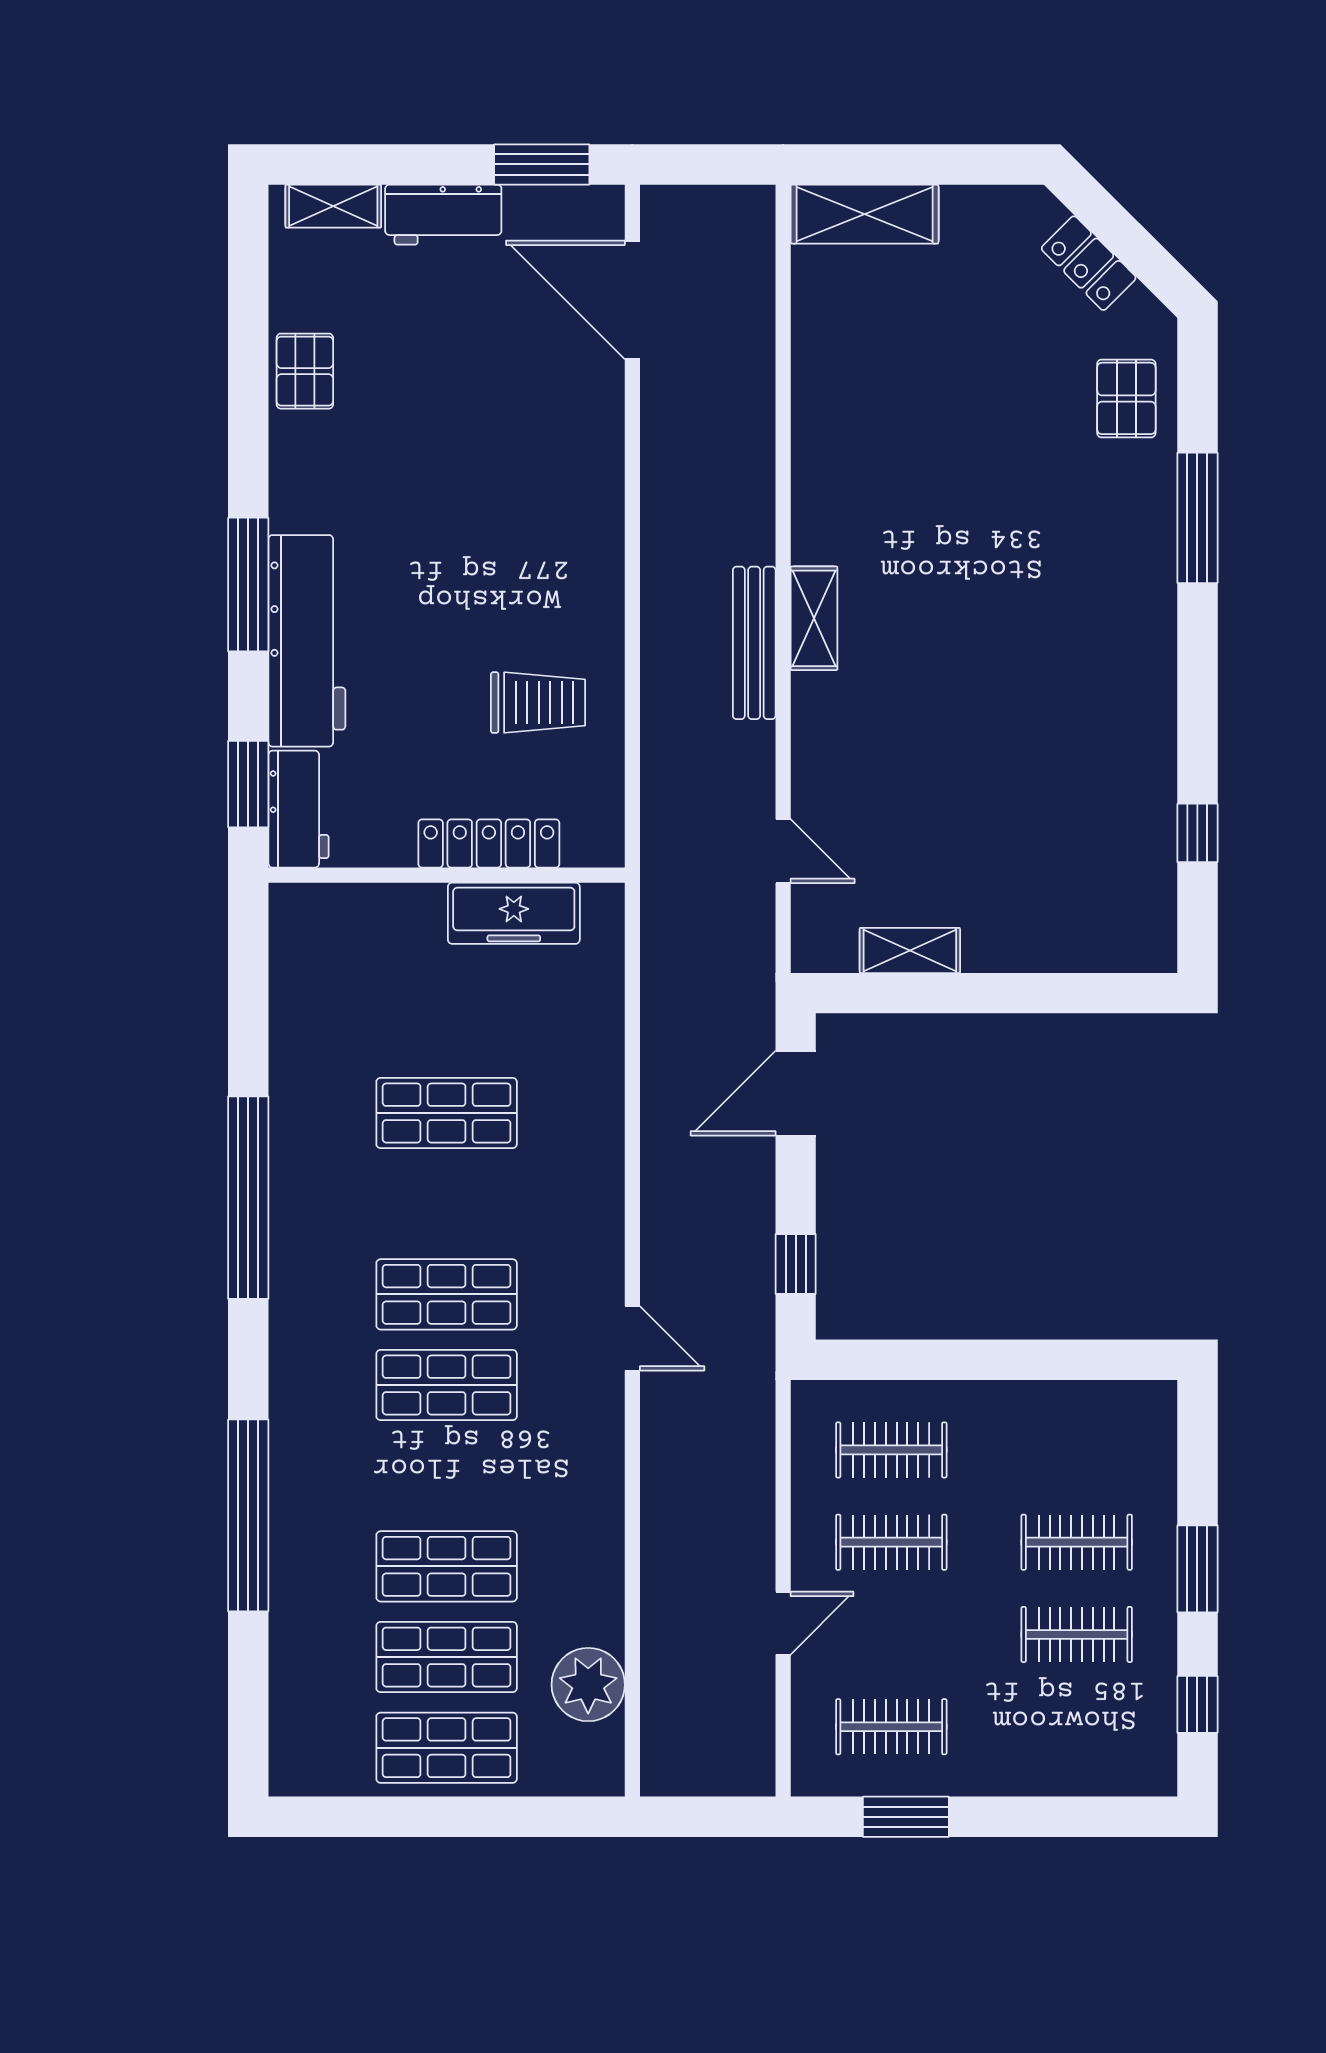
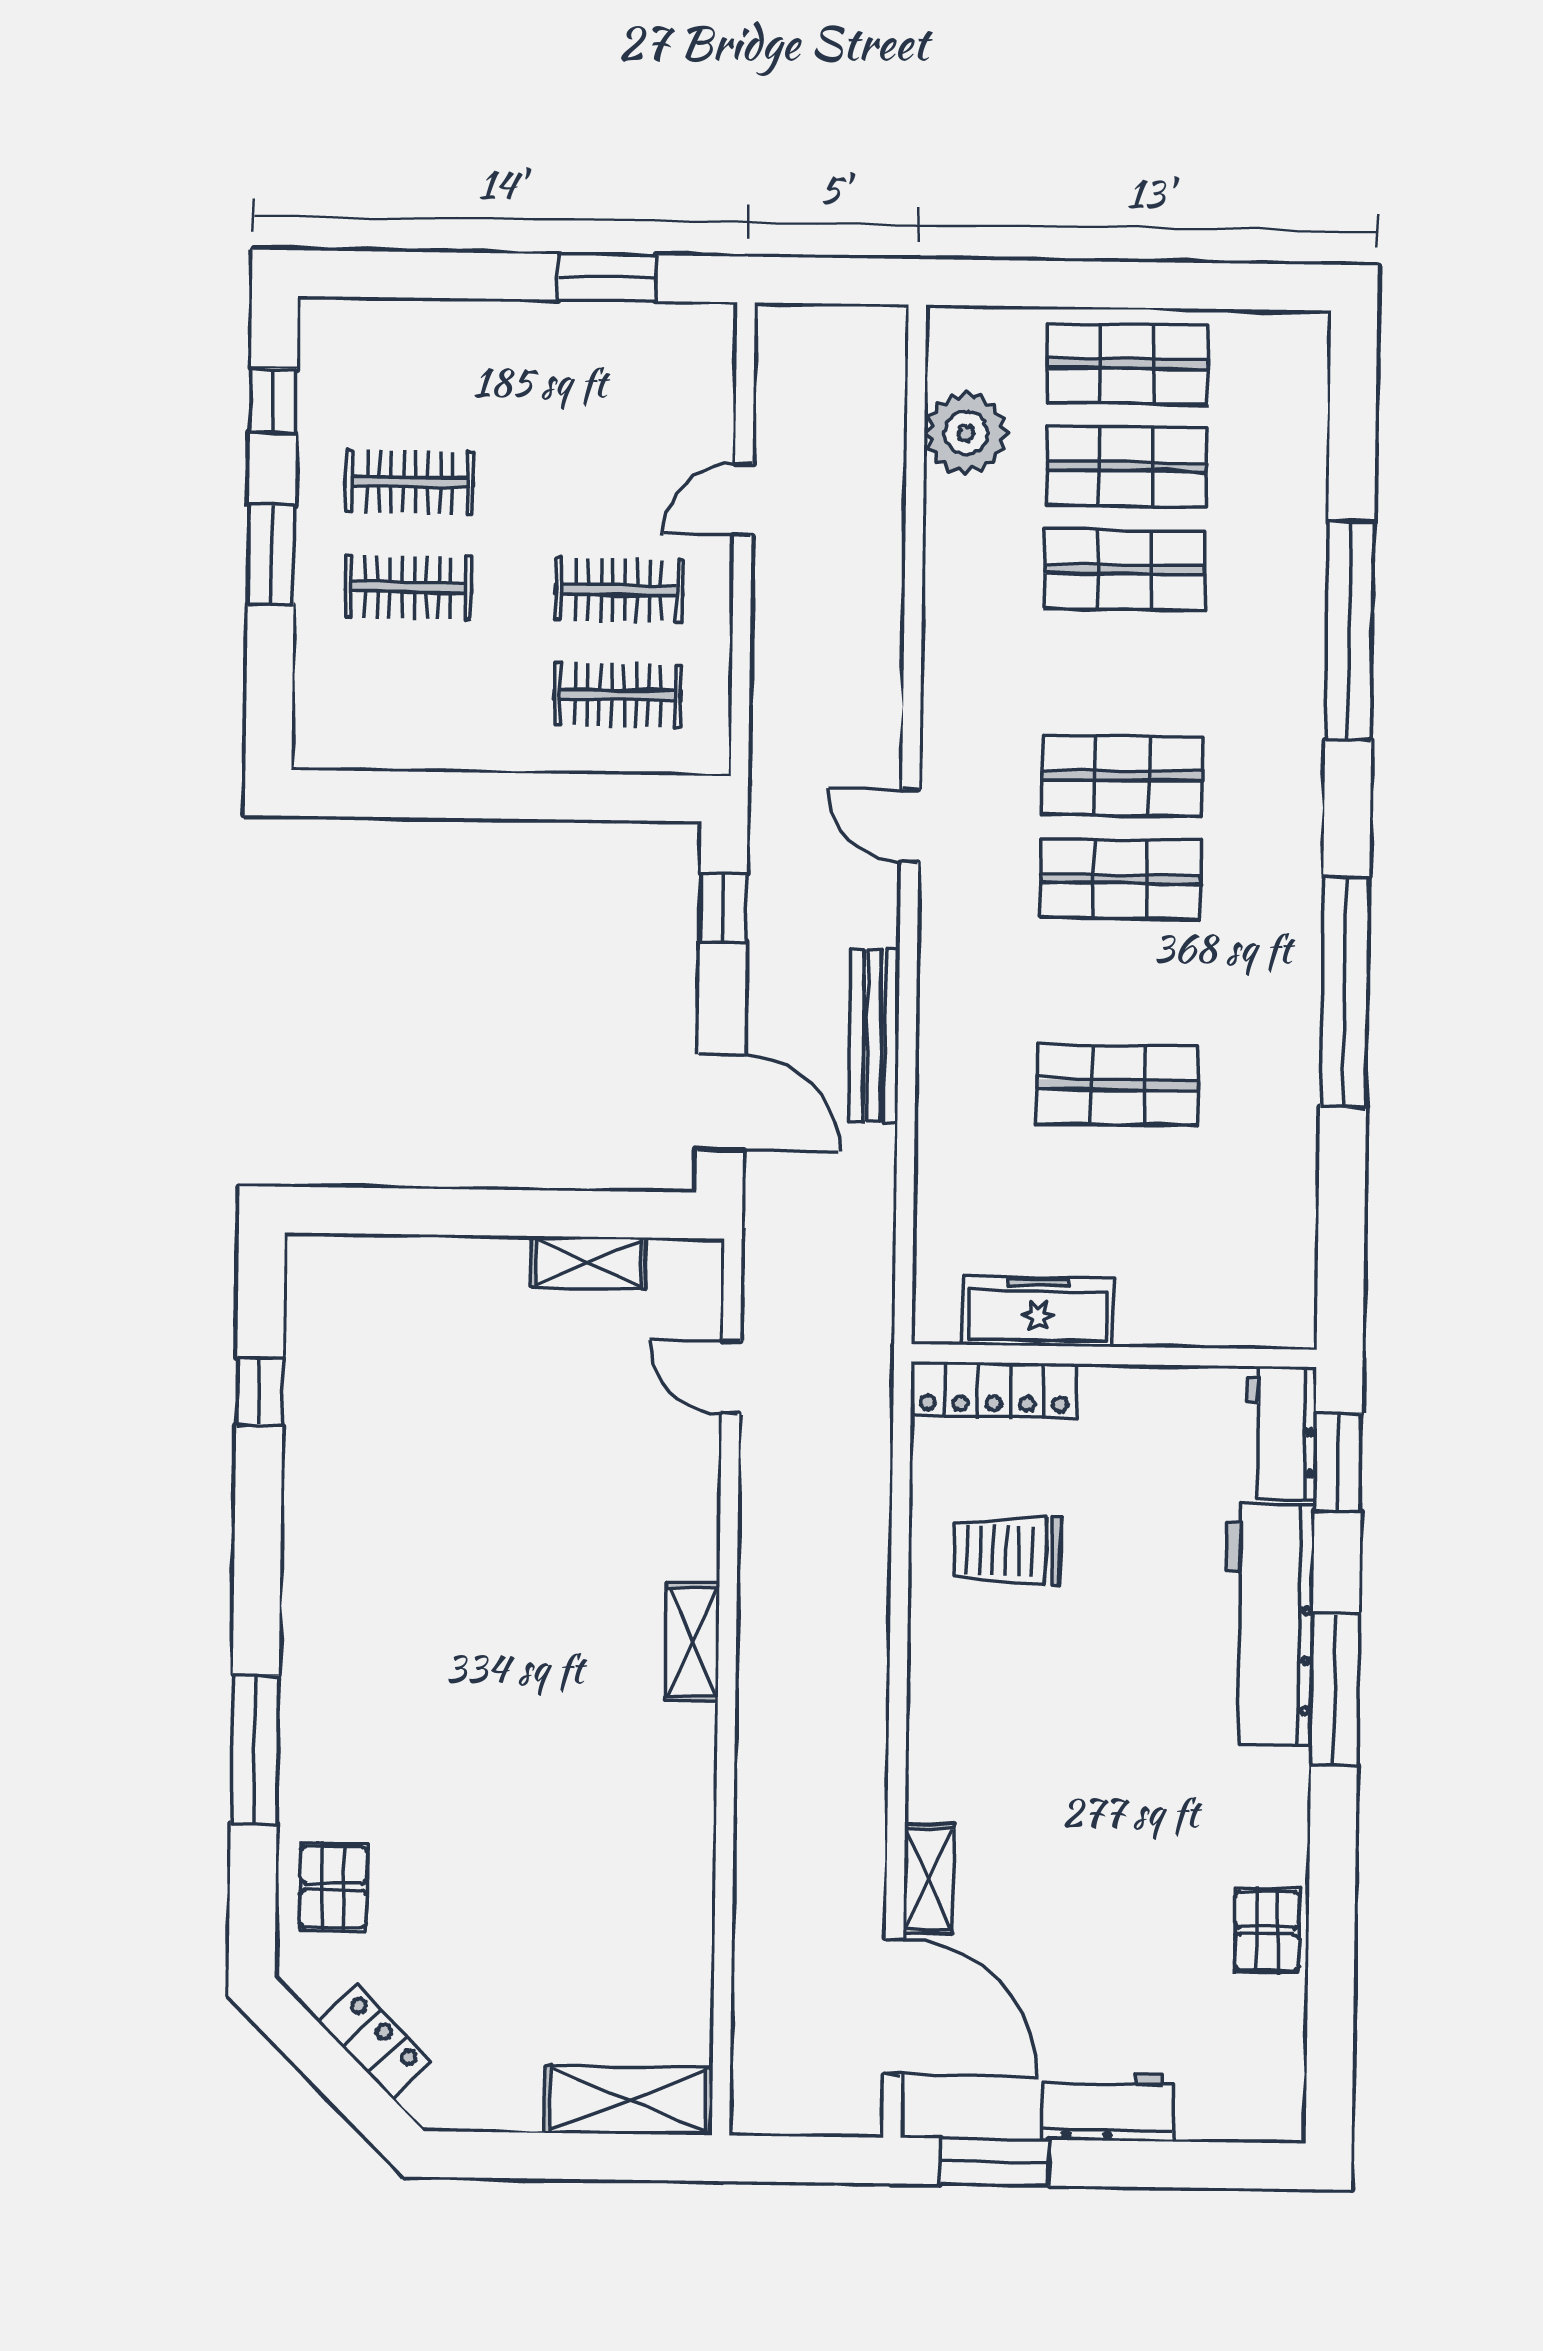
shelving: (333, 206) -> (928, 1879), moved, turned 90
bench: (754, 643) -> (874, 1036), moved
locker: (489, 843) -> (994, 1390), moved
door: (796, 1093) -> (721, 1102), hinge flipped
clothes rail: (891, 1727) -> (622, 380), removed

